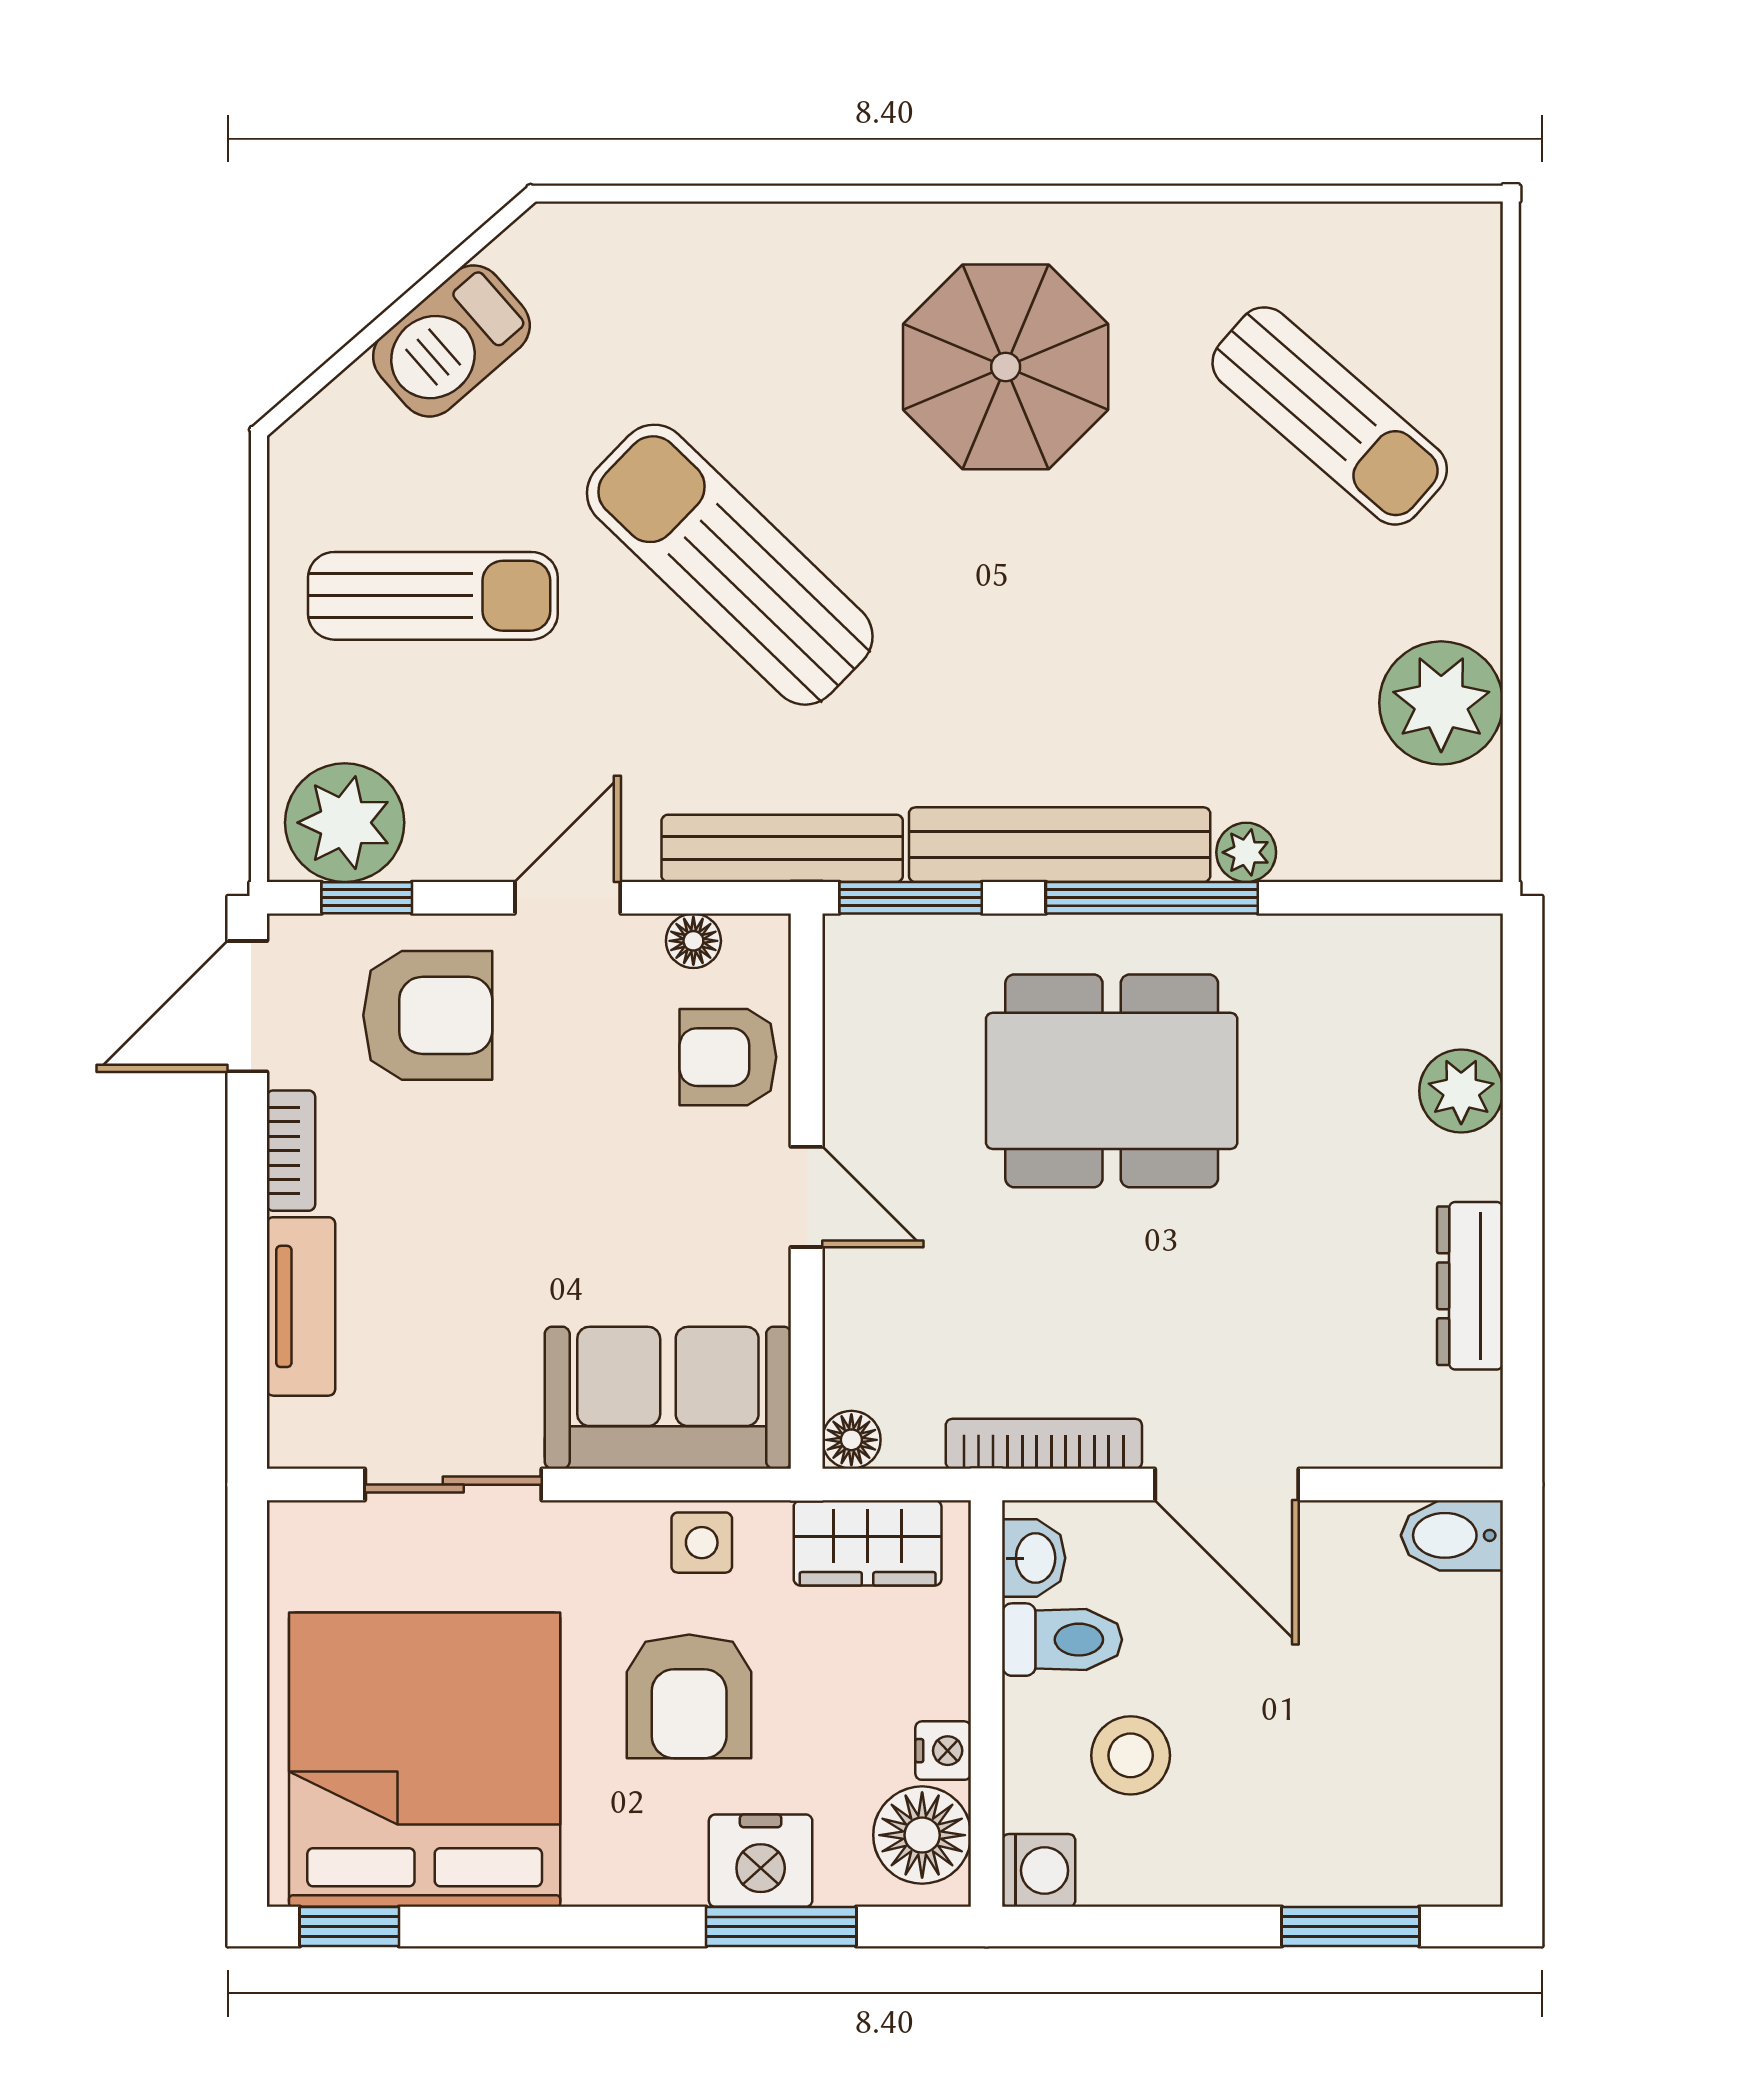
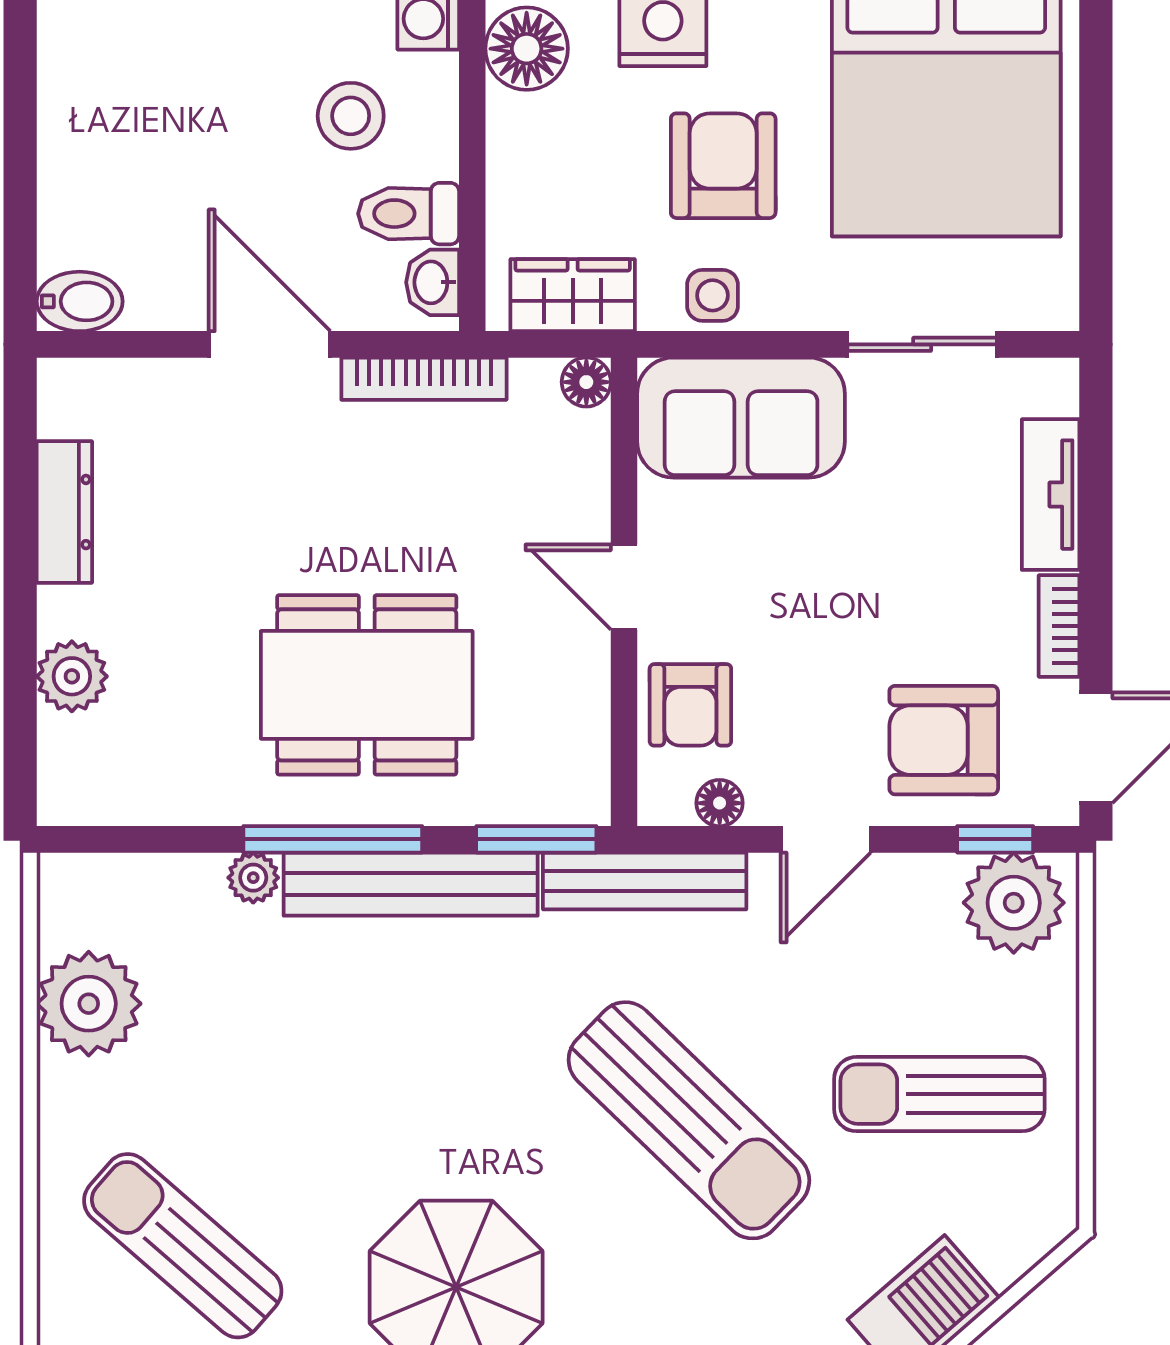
armchair: (728, 1057) -> (690, 705), turned 90
nightstand: (943, 1751) -> (509, 120), removed

